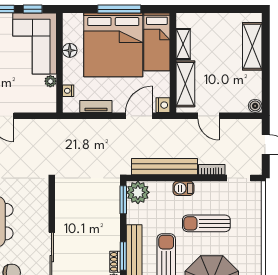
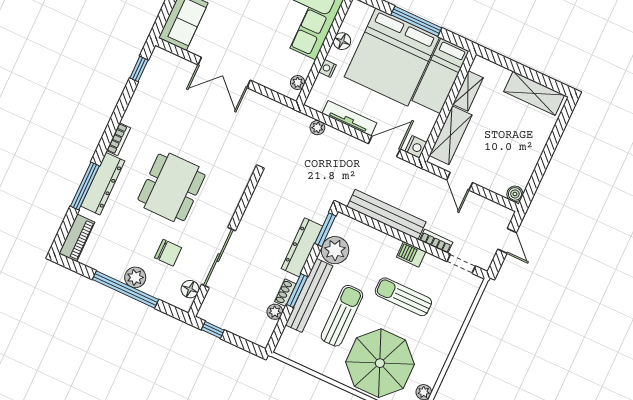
shelving: (252, 46) -> (534, 93), moved, turned 90
plant: (50, 81) -> (298, 83), moved
nightstand: (68, 91) -> (327, 68), moved
tv unit: (96, 106) -> (349, 118), width x1.41
plant: (81, 125) -> (317, 128), added
barbecue: (183, 188) -> (411, 254), moved
plant: (138, 192) -> (335, 250), moved
dresser: (112, 221) -> (302, 247), added

